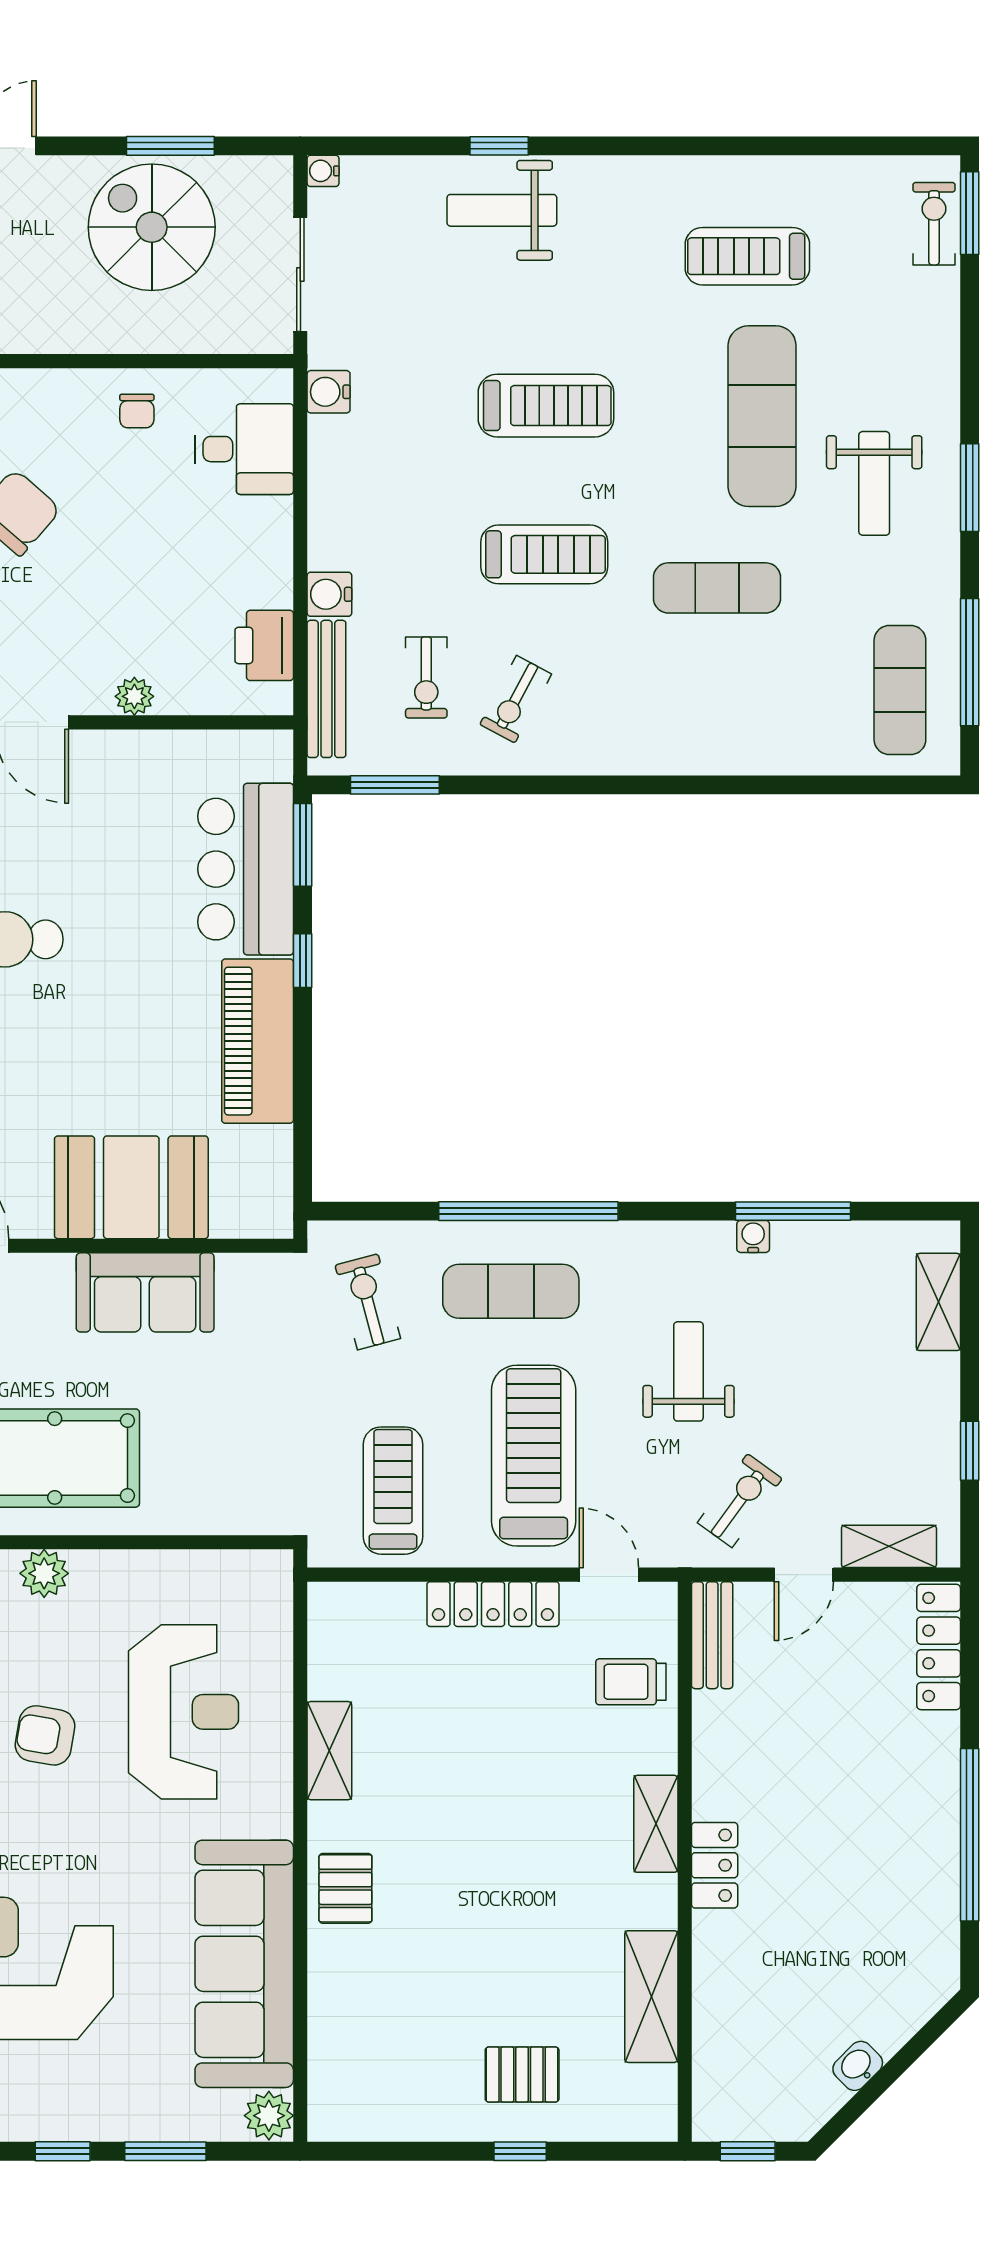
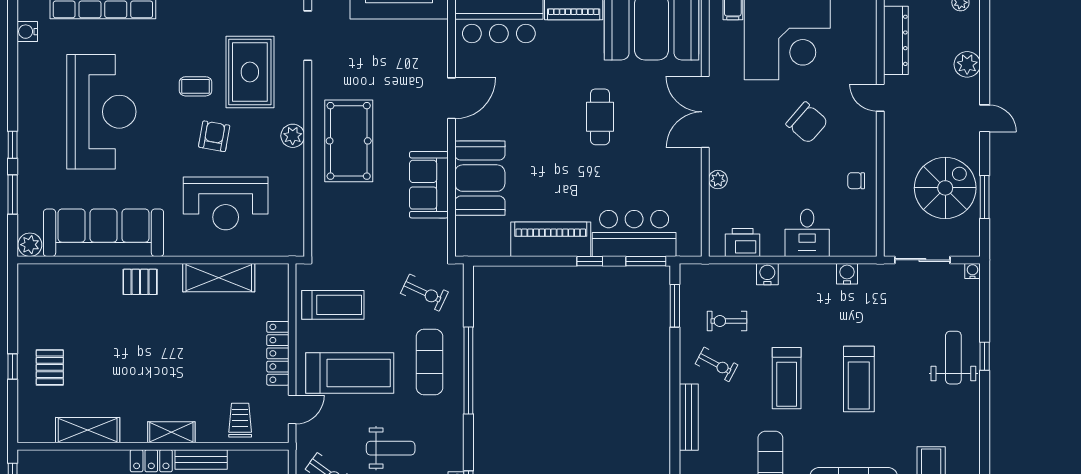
water cooler: (329, 392) -> (847, 274), moved
desk: (244, 449) -> (807, 233), moved
bench: (326, 689) -> (689, 417), moved, turned 90
exercise bike: (516, 699) -> (716, 364), turned 180
exercise bike: (368, 1302) -> (424, 293), turned 40
bench: (712, 1635) -> (201, 460), moved
shelving: (329, 1751) -> (219, 278), width x1.50, depth x1.33

